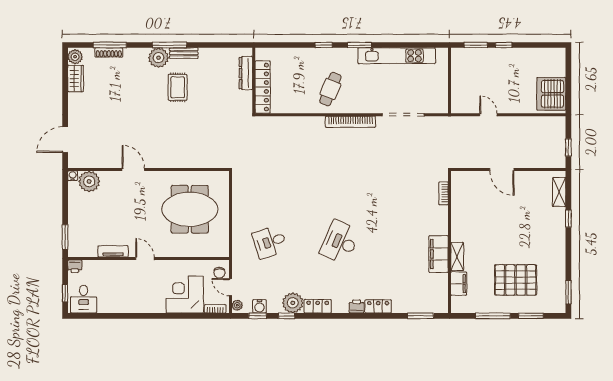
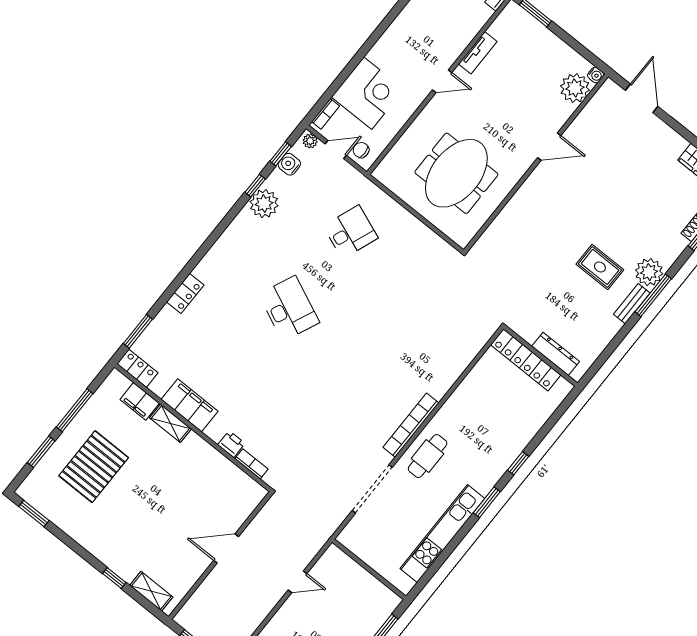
cafe table: (330, 89) -> (428, 456), moved, turned 68
desk: (270, 242) -> (350, 232), turned 39
locker: (318, 306) -> (137, 368), moved, turned -90
printer: (357, 306) -> (231, 444), moved, turned -90

